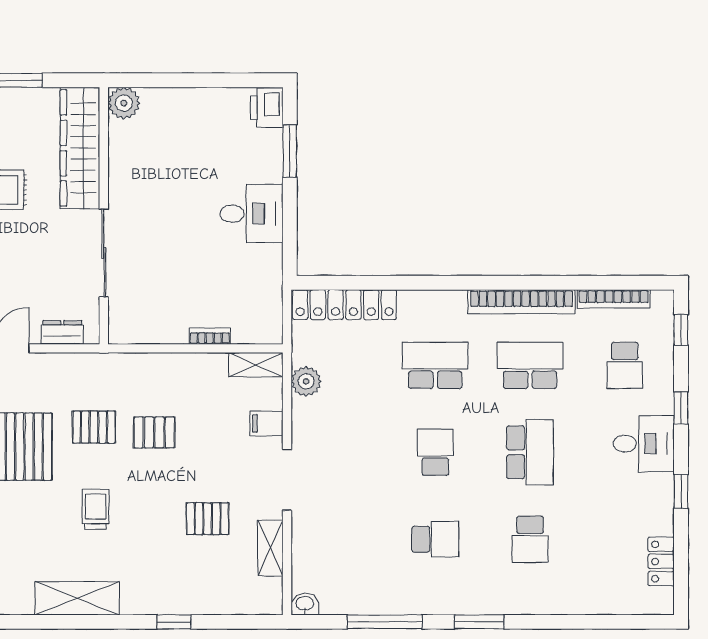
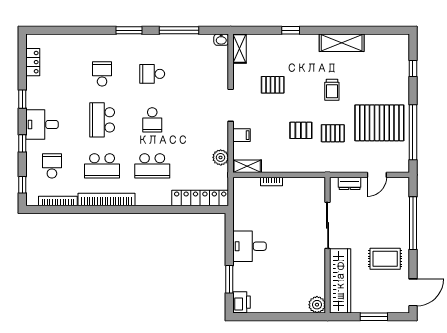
shelving: (270, 548) -> (239, 49), moved

